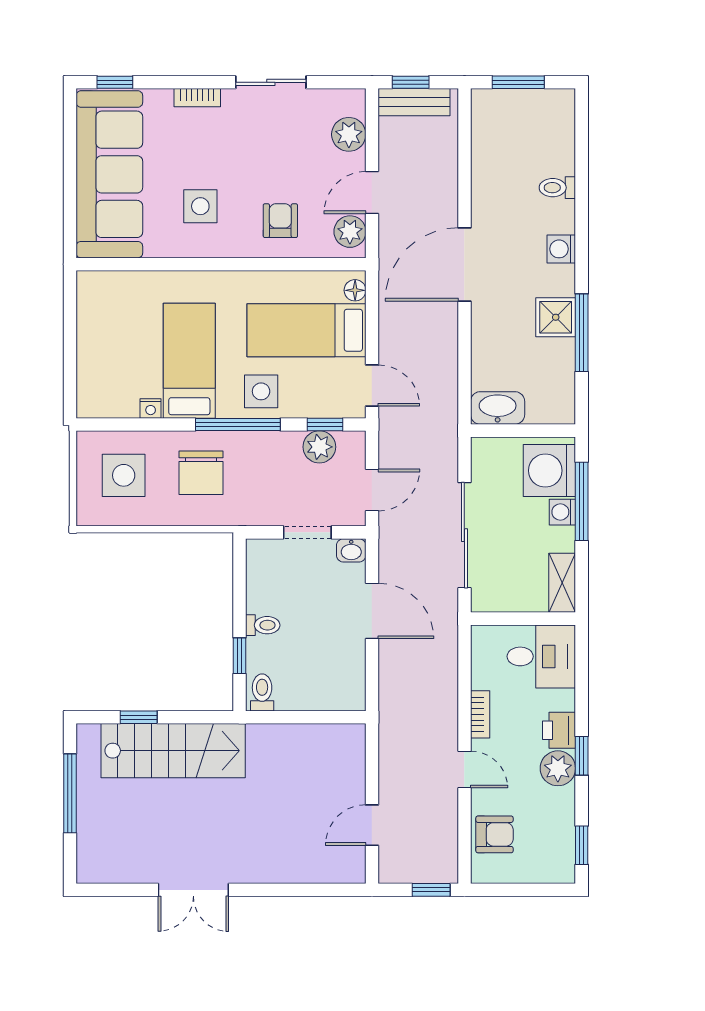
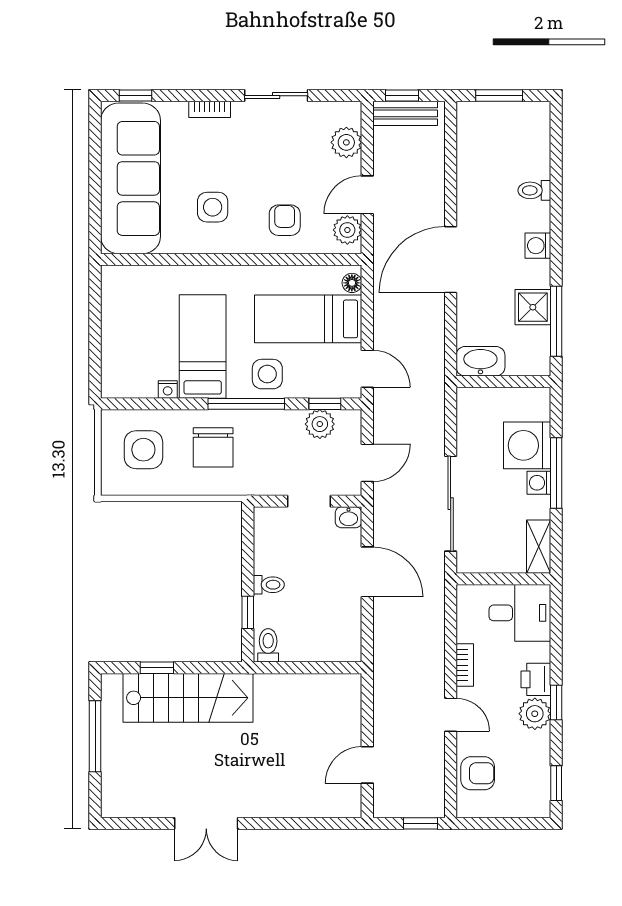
washbasin: (498, 408) -> (480, 361), moved
wall: (523, 431) -> (503, 382), moved

